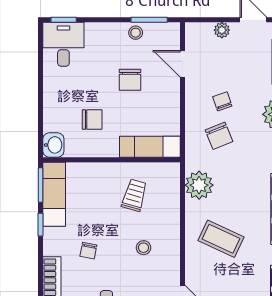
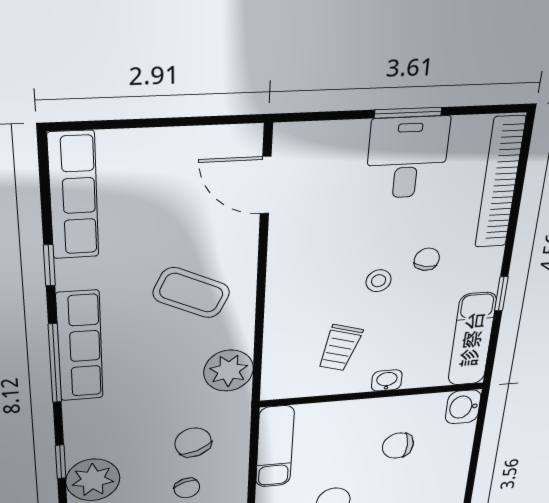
exam couch: (150, 147) -> (275, 447), moved, turned -90
washbasin: (104, 169) -> (387, 380), added
window: (41, 185) -> (492, 351), removed
stool: (144, 248) -> (379, 281), moved

